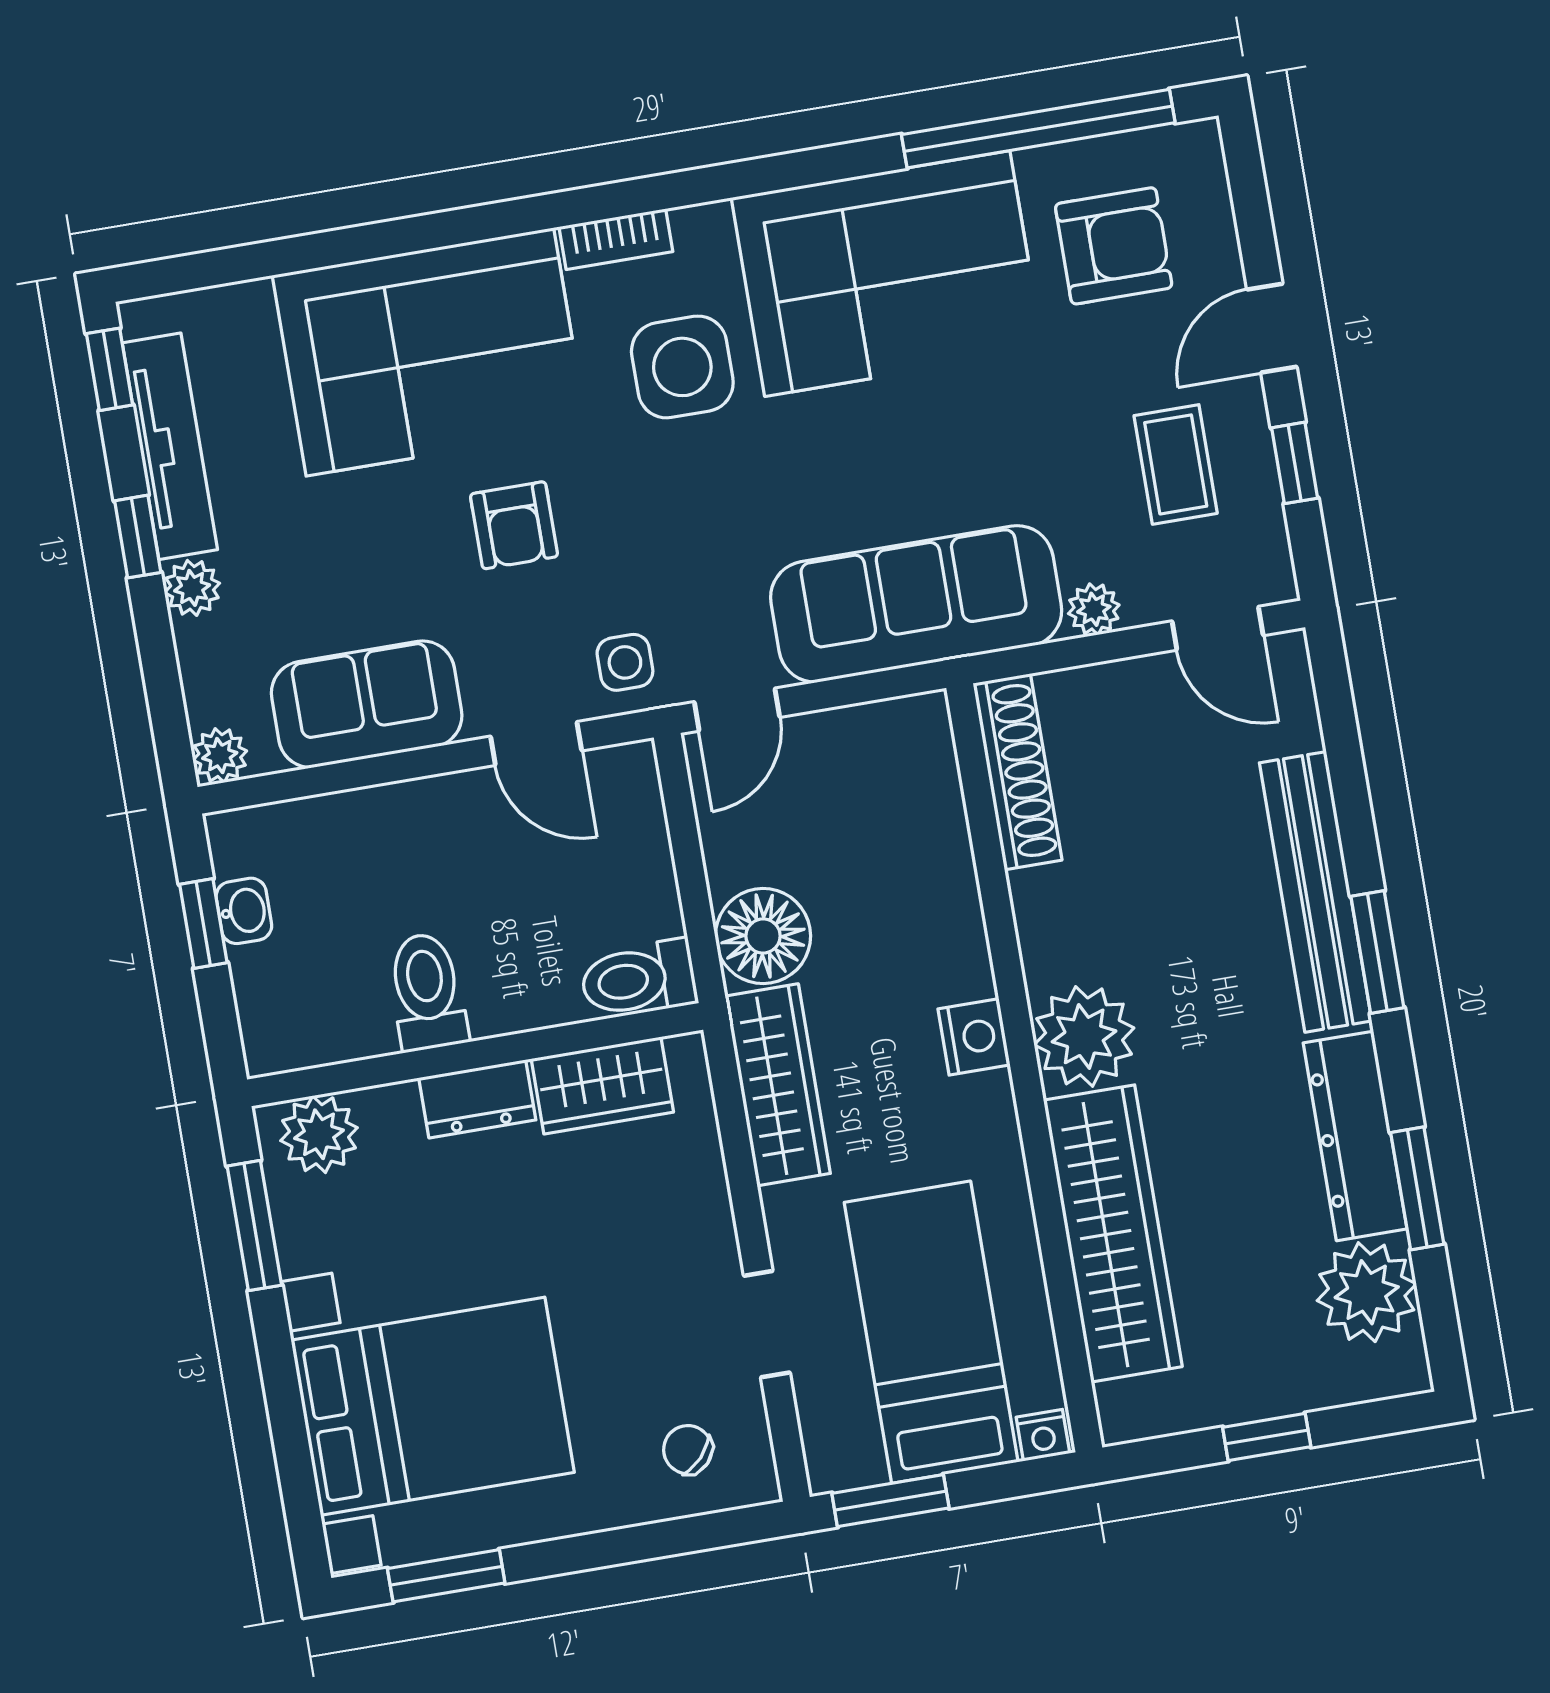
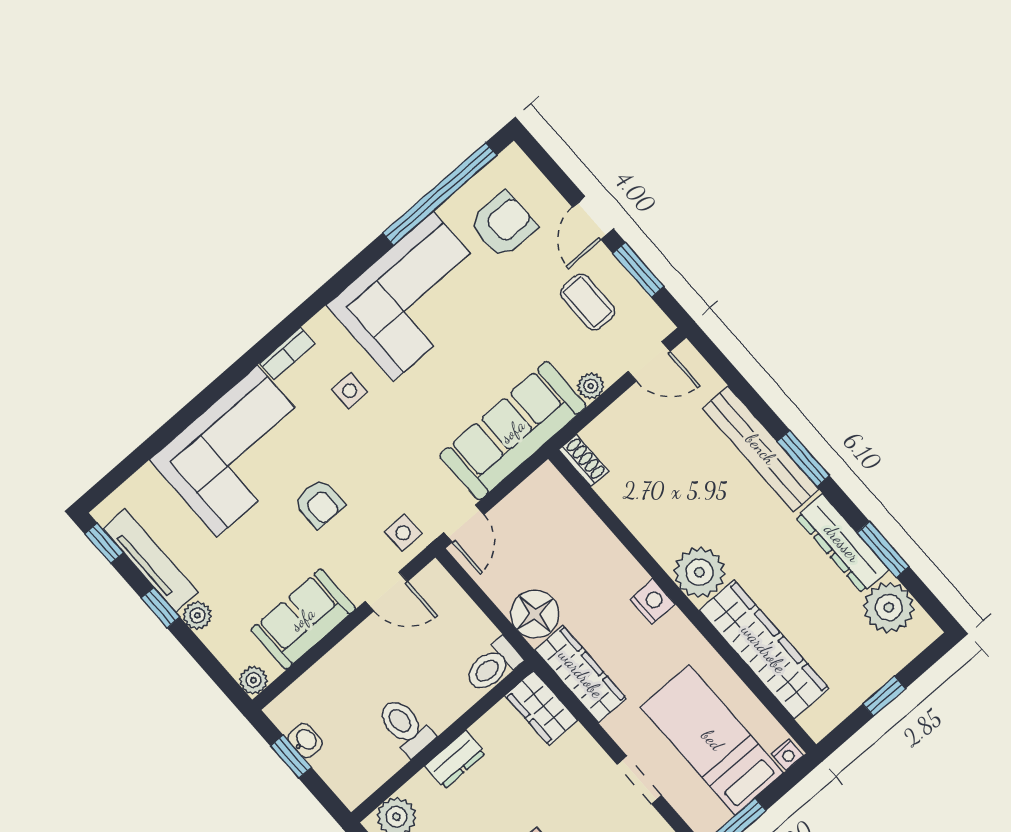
side table: (682, 367) -> (350, 391), width x0.54, depth x0.54
window: (1295, 463) -> (638, 270), width x1.50
shoe rack: (1017, 772) -> (583, 460), width x0.51, depth x0.81
wardrobe: (602, 1086) -> (541, 708), moved, turned 90

